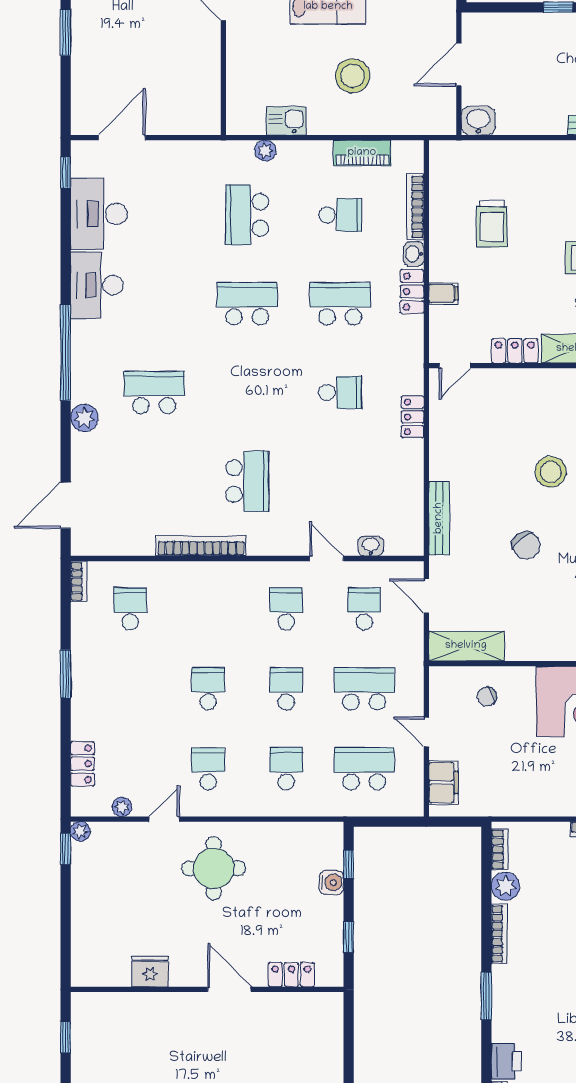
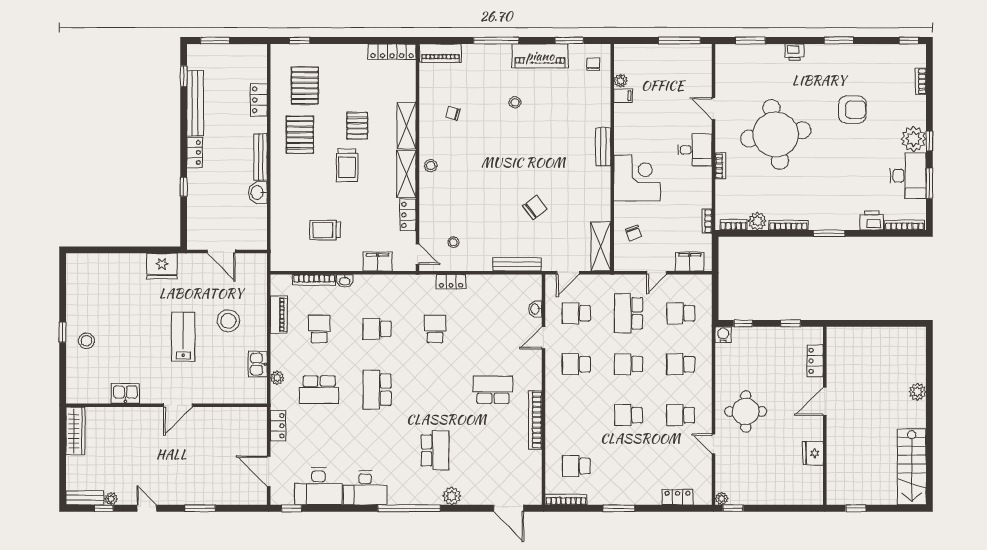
washbasin: (478, 121) -> (258, 193), moved
trolley: (492, 224) -> (325, 230), turned 180
locker: (412, 292) -> (278, 426), moved, turned -90
filing cabinet: (443, 293) -> (378, 262), width x2.00
school desk: (340, 304) -> (377, 329), width x0.54
school desk: (154, 392) -> (435, 450), turned 180
stool: (551, 472) -> (453, 242), moved, width x0.53, depth x0.53
bookcase: (79, 581) -> (566, 500), width x1.56
school desk: (364, 769) -> (681, 313), width x0.54
plant: (122, 807) -> (706, 471), removed
bookcase: (505, 809) -> (707, 221), added
water cooler: (331, 883) -> (723, 335), moved

